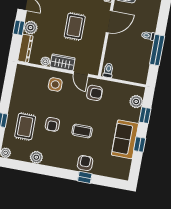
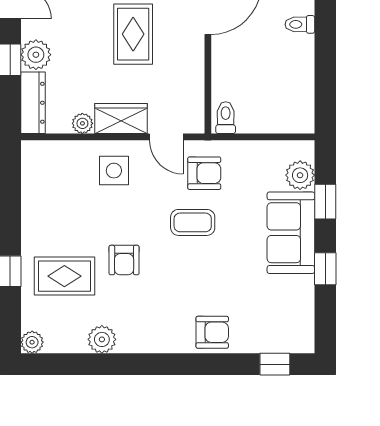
window: (157, 50) -> (325, 53), removed
rug: (25, 127) -> (64, 276), turned 90
coffee table: (82, 131) -> (193, 222), moved
sofa: (125, 139) -> (291, 233), moved
armchair: (85, 163) -> (212, 332), turned 90
window: (85, 177) -> (275, 364), moved

